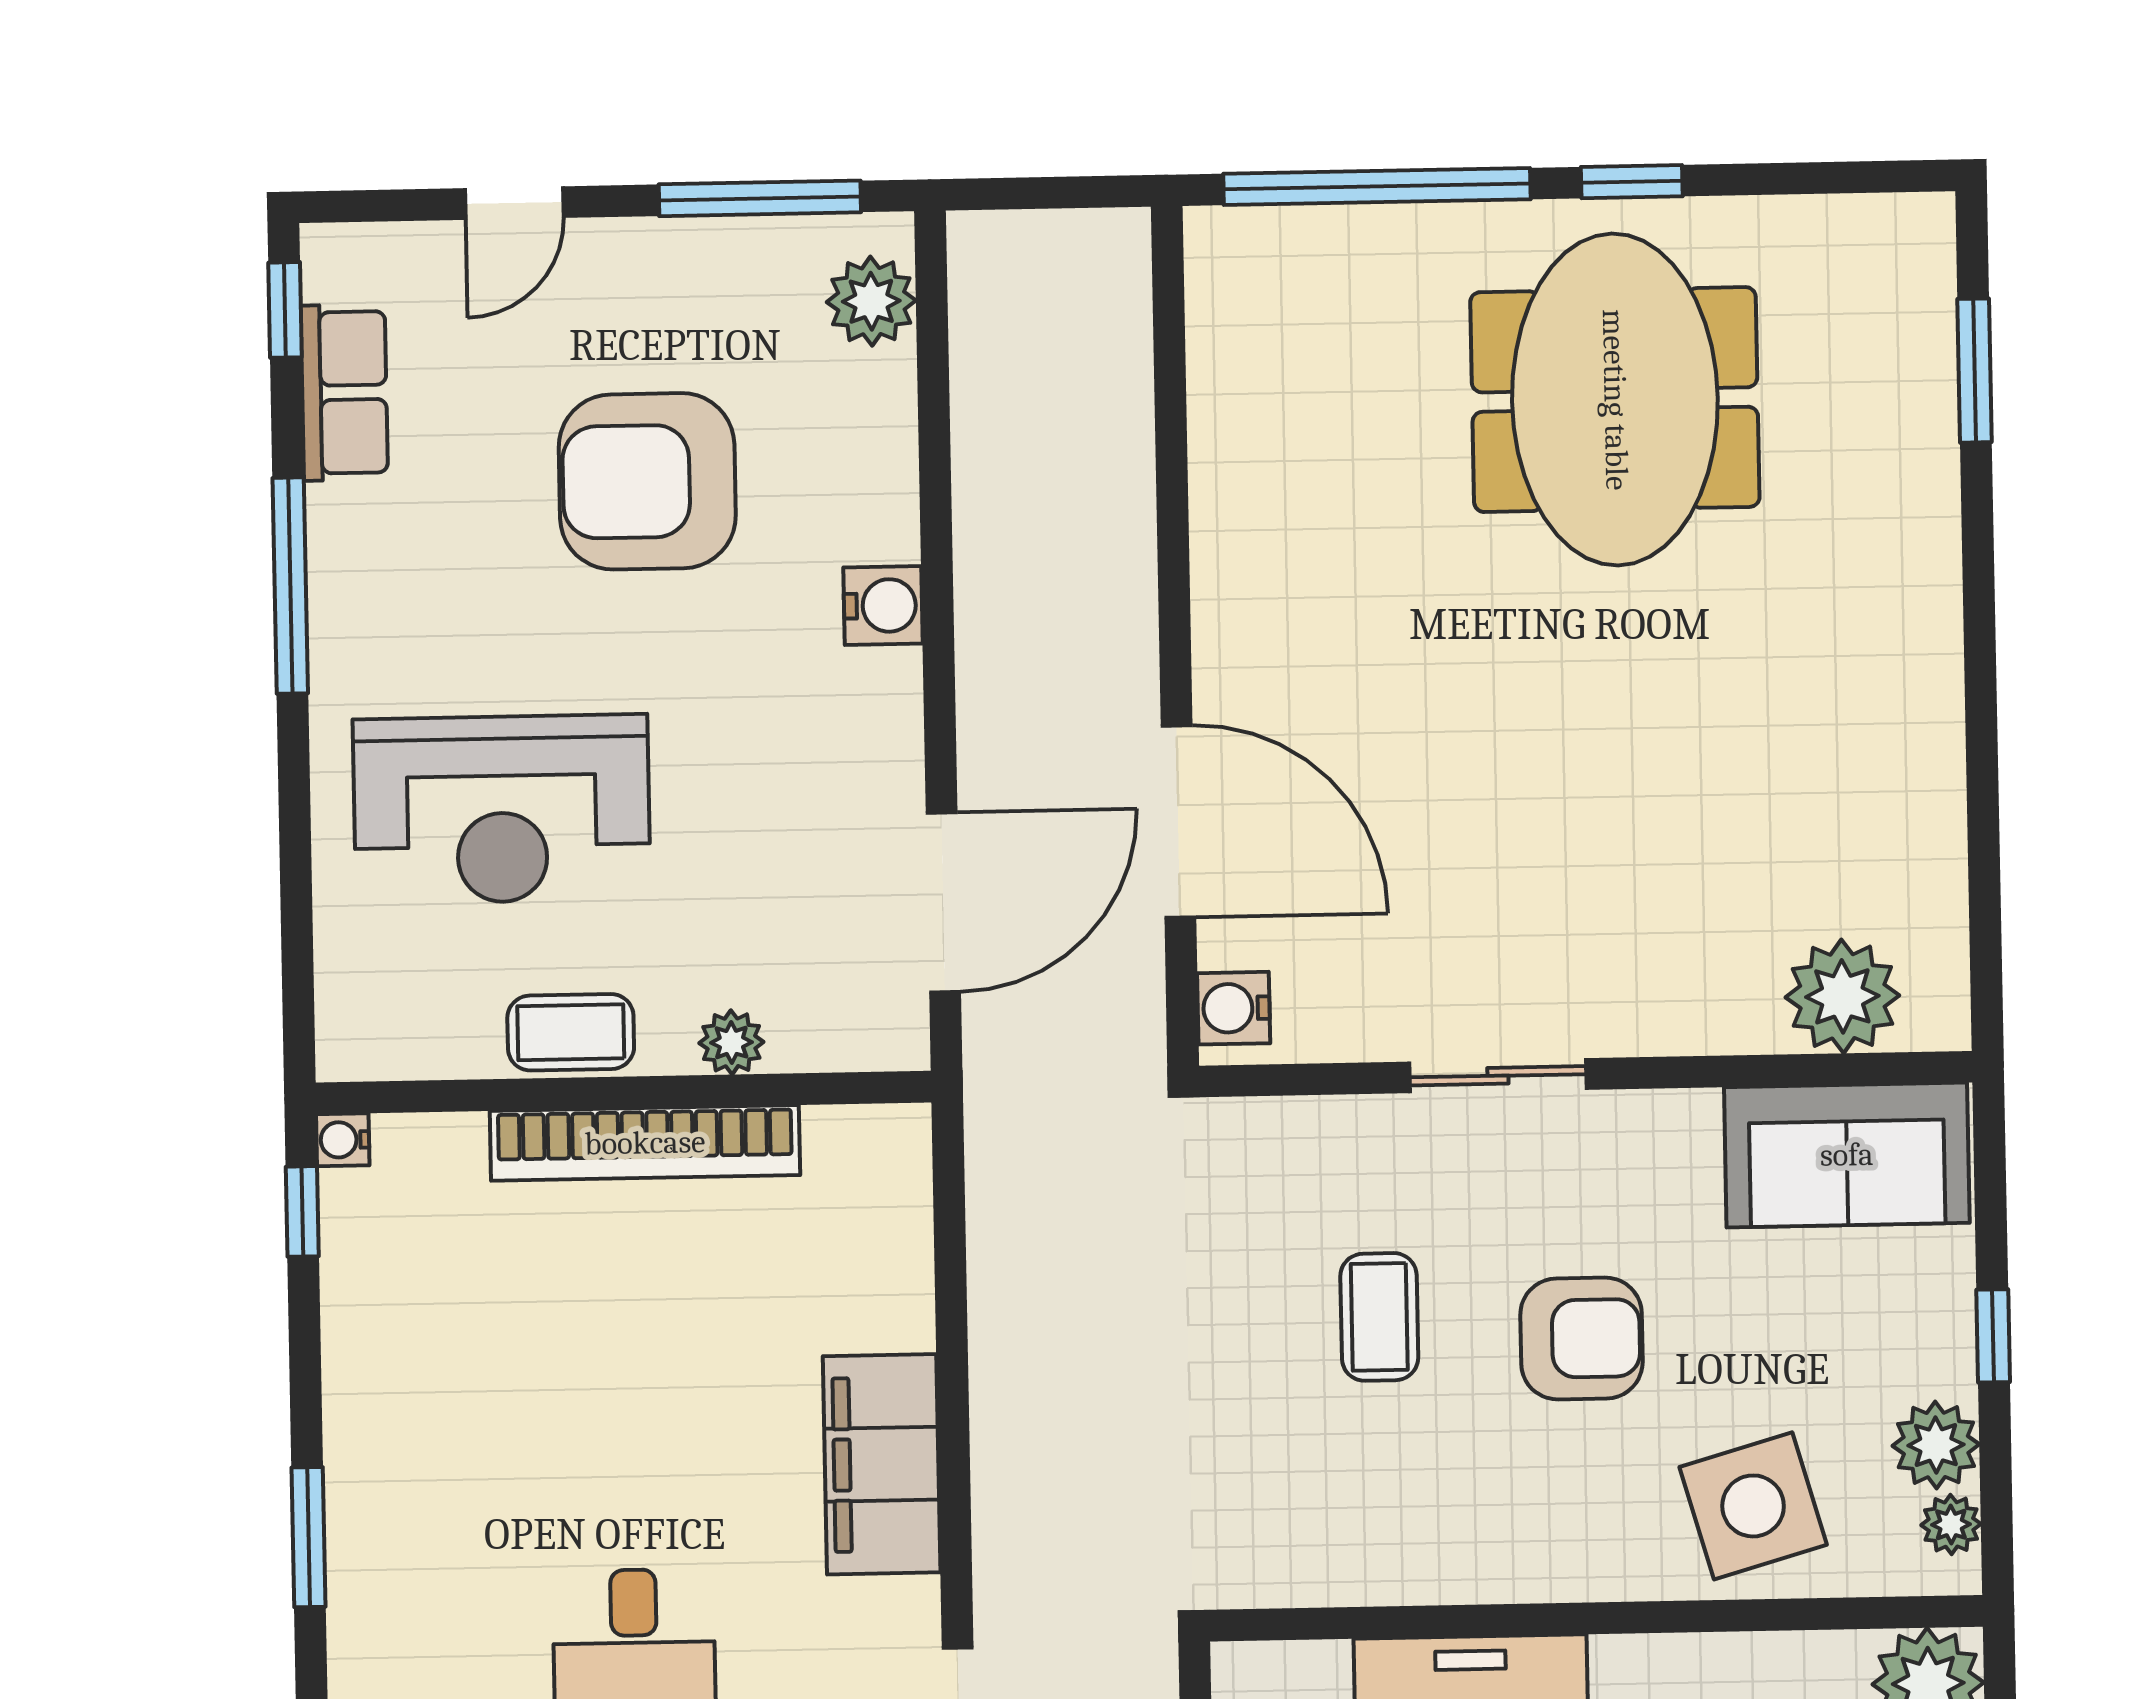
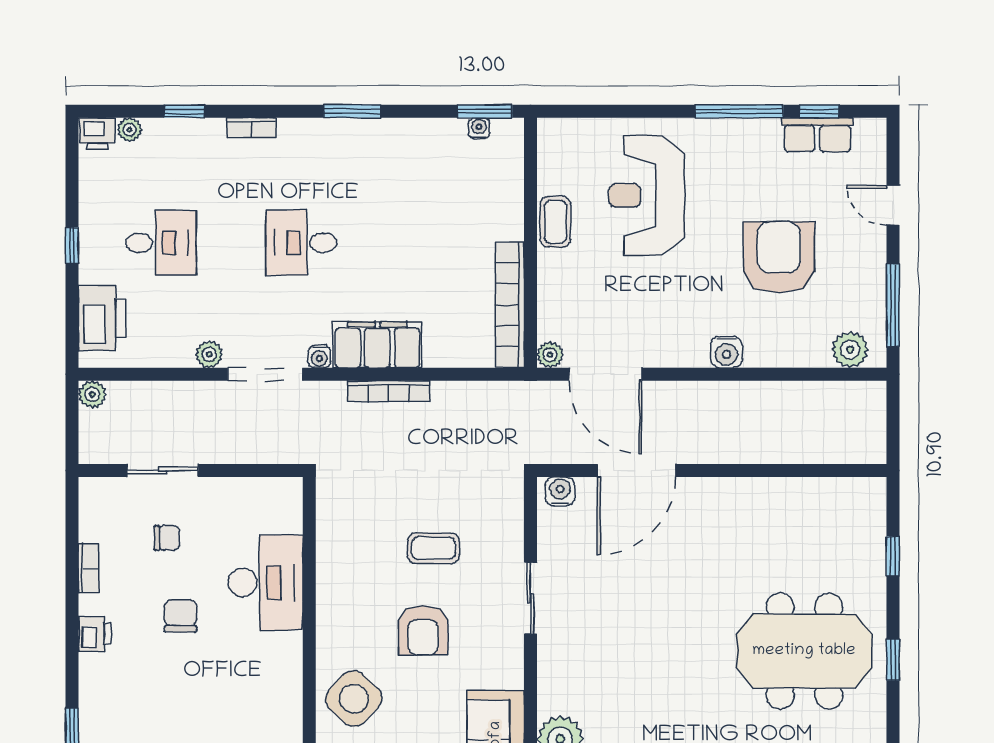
window: (1377, 186) -> (893, 556), width x0.32
window: (285, 310) -> (819, 111), moved
plant: (731, 1042) -> (550, 355), moved
water cooler: (343, 1140) -> (479, 128), moved
bookcase: (645, 1143) -> (510, 305), moved
window: (302, 1211) -> (485, 111), width x1.50
bookcase: (995, 1434) -> (389, 391), added
side table: (1753, 1506) -> (354, 699), turned -31
water cooler: (913, 1607) -> (319, 357), added

